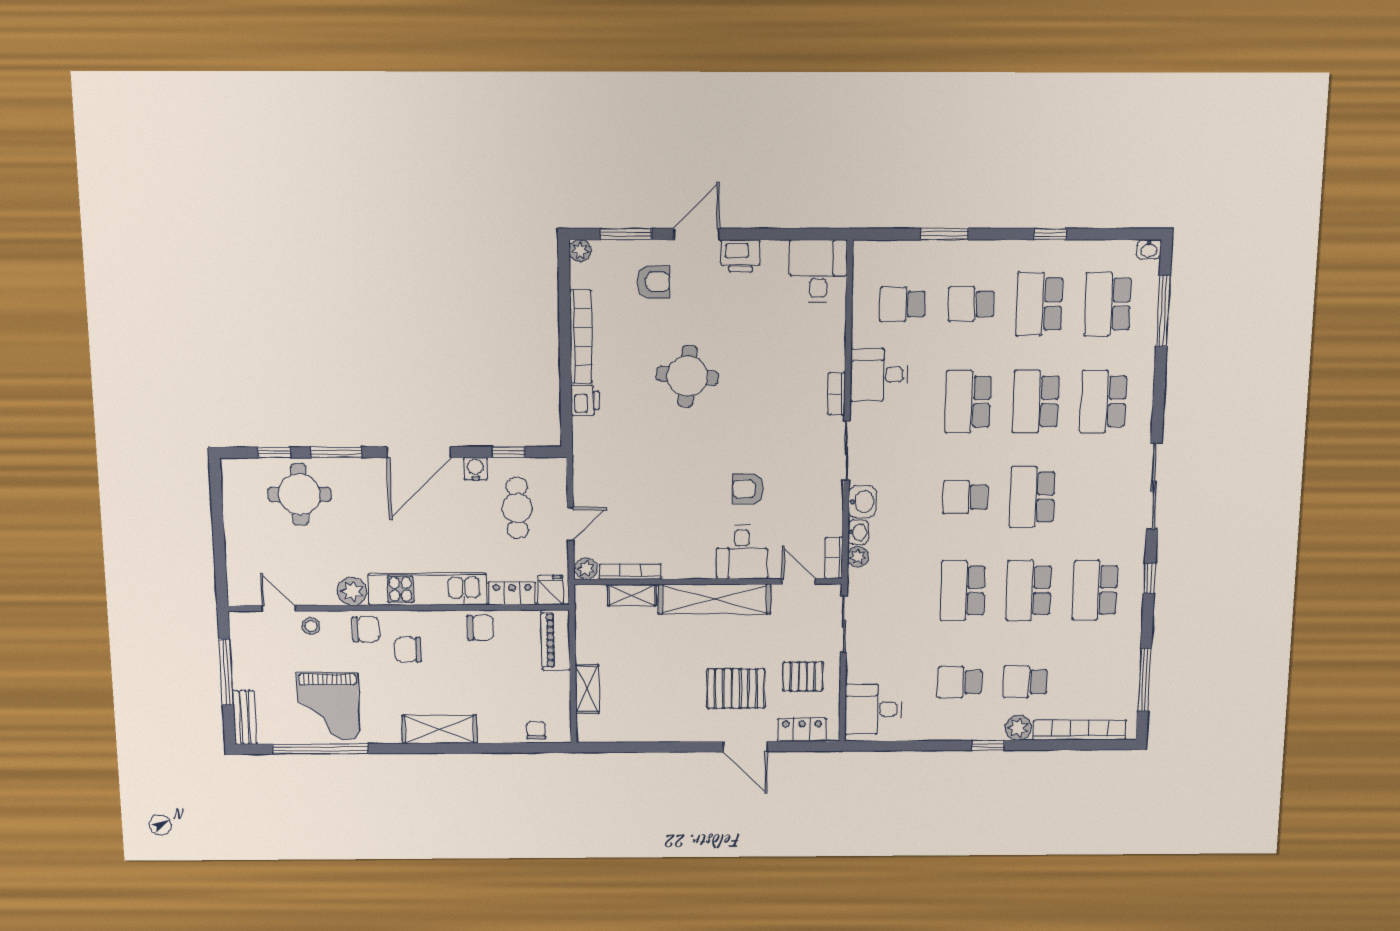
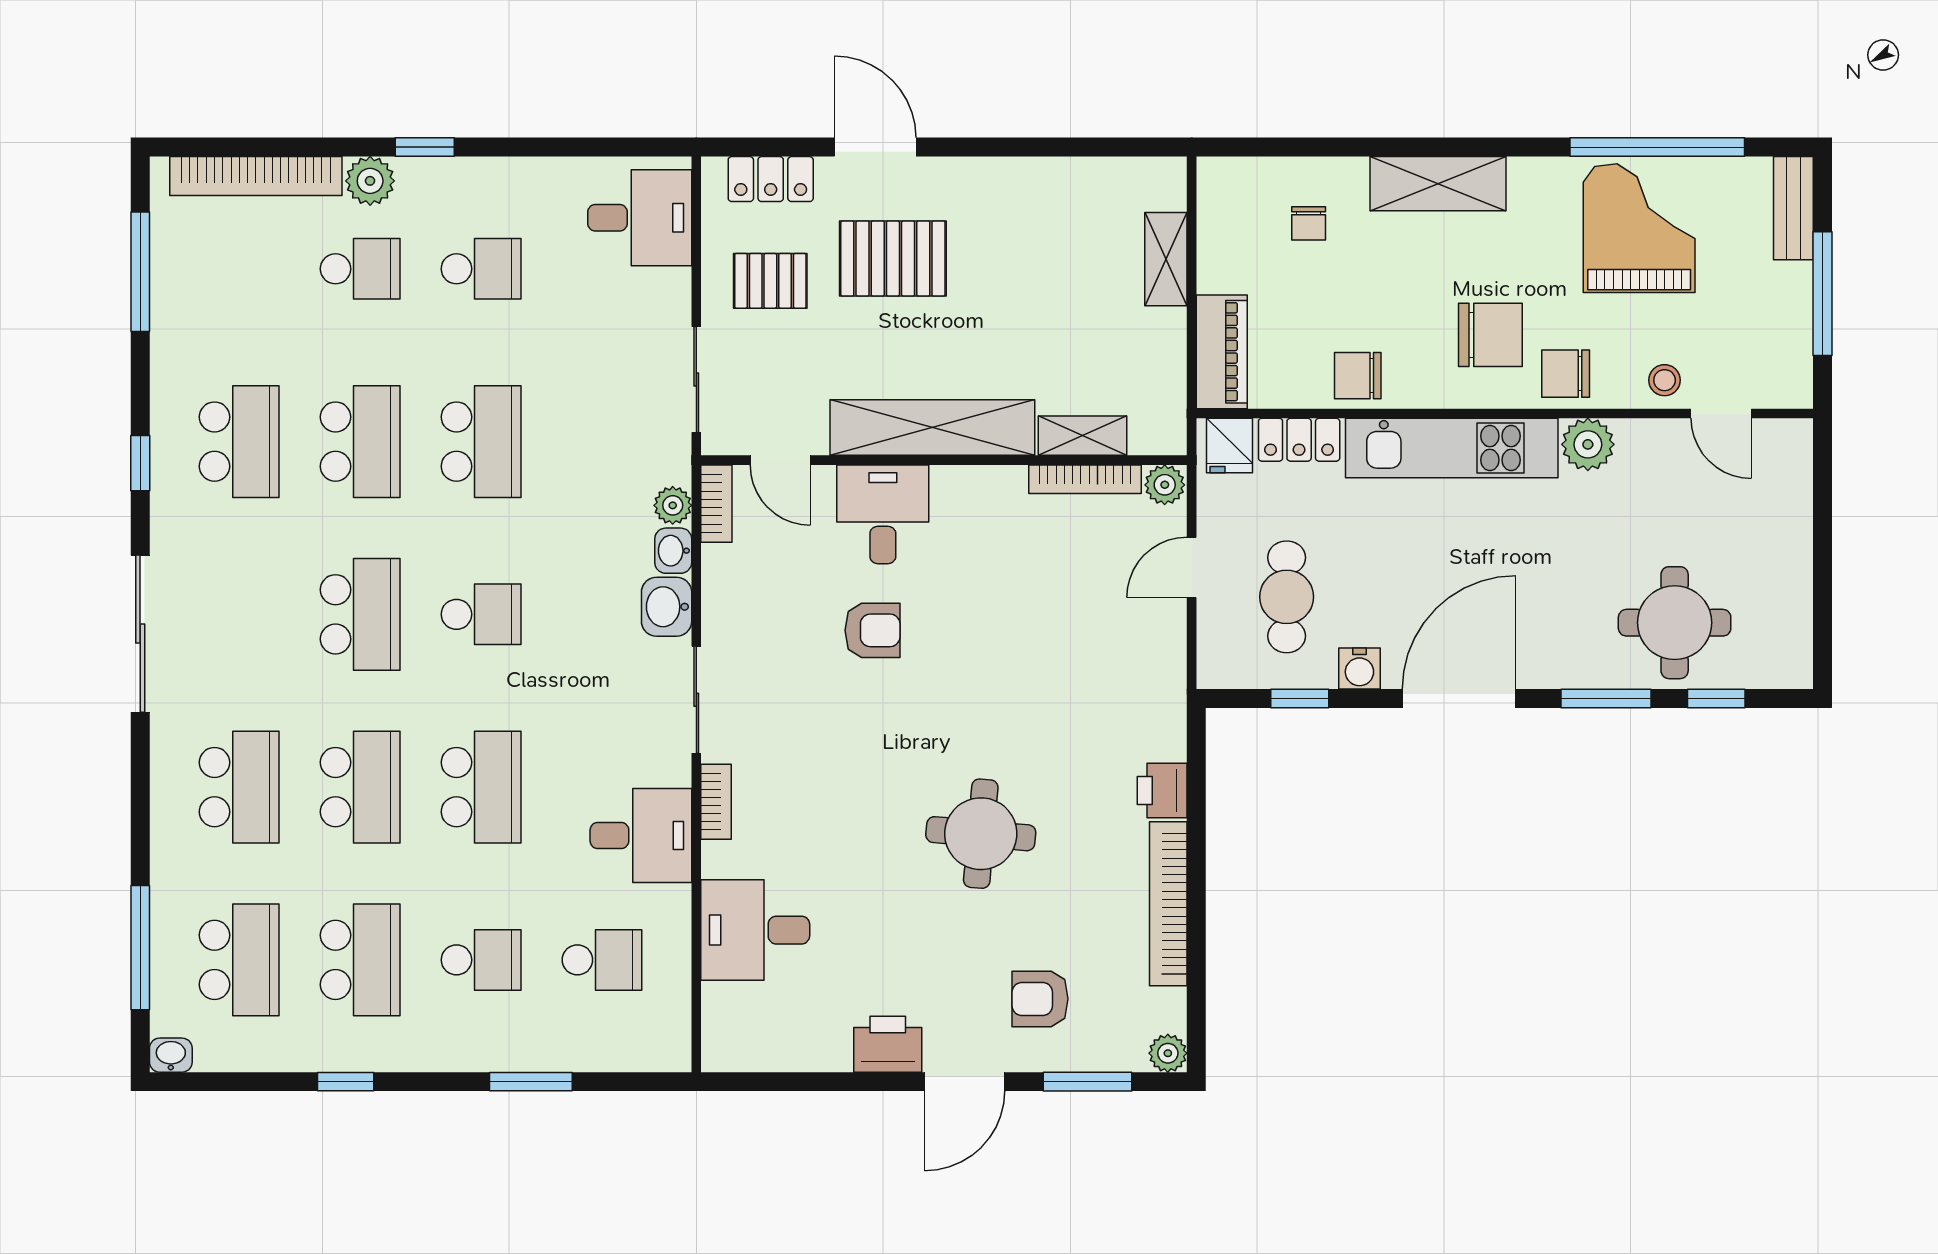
desk: (818, 271) -> (755, 930), moved, turned 90
chair: (408, 650) -> (1490, 335), width x1.37, depth x1.37
chair: (536, 730) -> (1309, 223), moved

